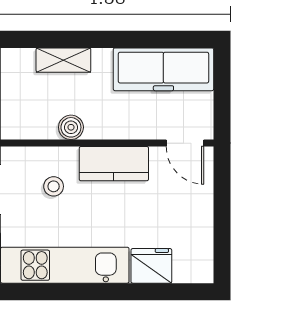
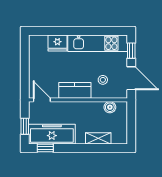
window: (178, 39) -> (45, 148), added
window: (222, 86) -> (25, 126), added
boiler: (71, 127) -> (110, 107), moved

